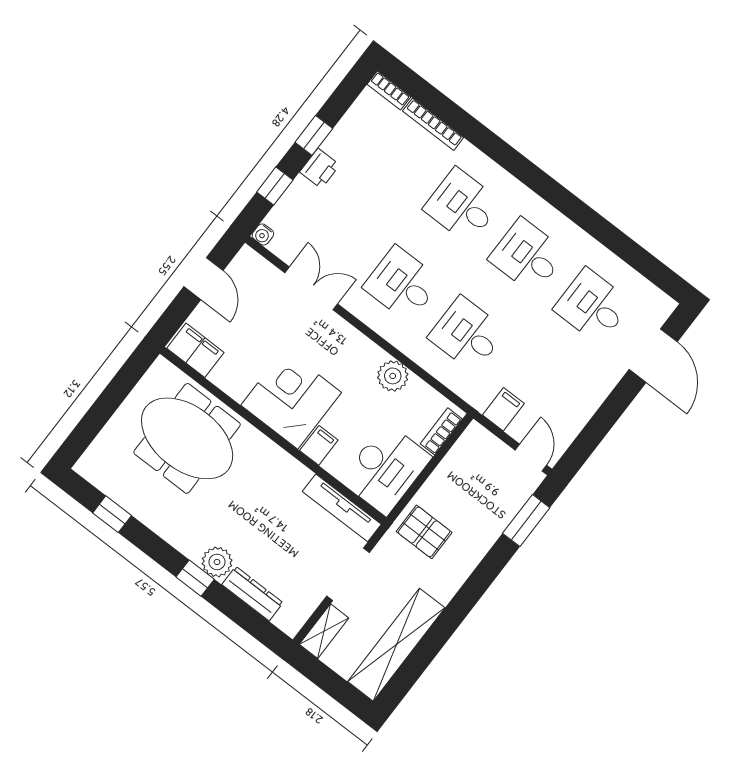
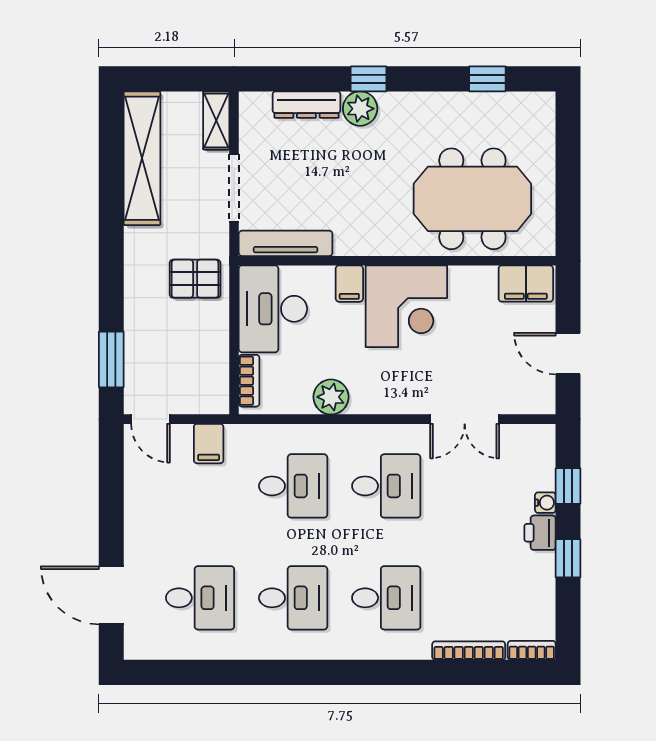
water cooler: (263, 234) -> (545, 503), moved, turned 90

